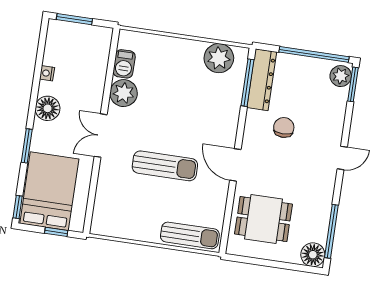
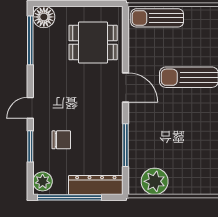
dresser: (262, 80) -> (96, 185), moved, turned 90
window: (248, 83) -> (126, 145), moved
window: (353, 84) -> (30, 146), moved
chair: (284, 127) -> (61, 140), moved, turned -90

